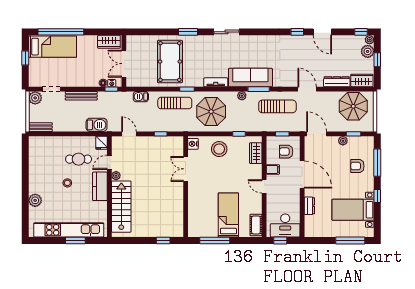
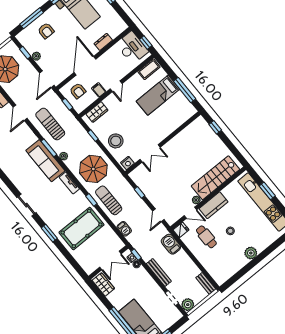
plant: (35, 200) -> (251, 253), moved

